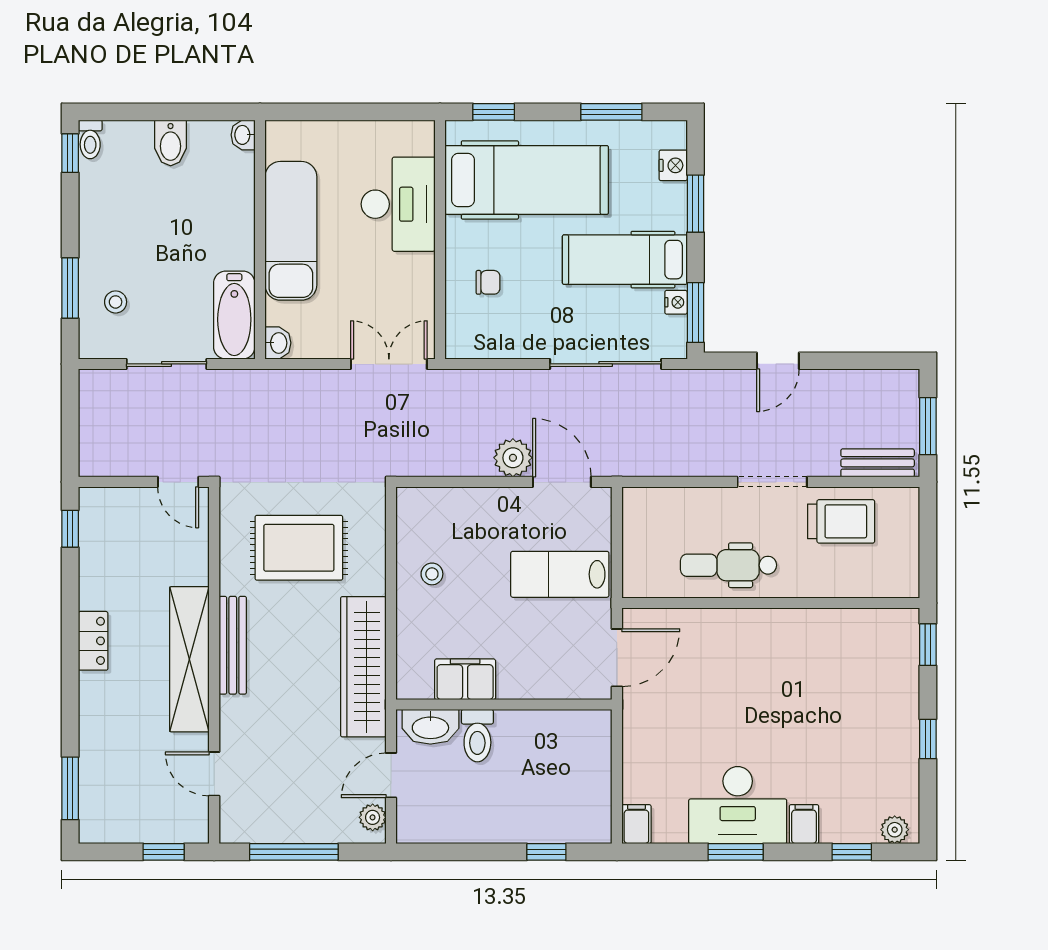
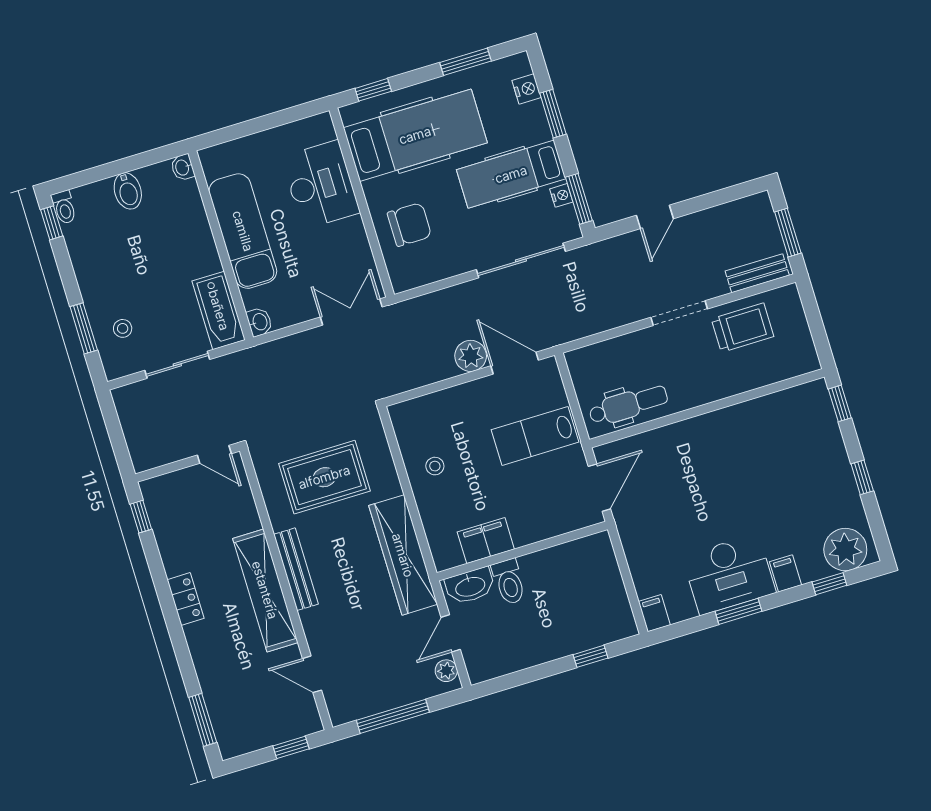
chair: (488, 282) -> (409, 225), width x1.87, depth x1.87
dental chair: (729, 565) -> (628, 405), moved, turned 180
plant: (895, 830) -> (845, 550), width x1.88, depth x1.88

